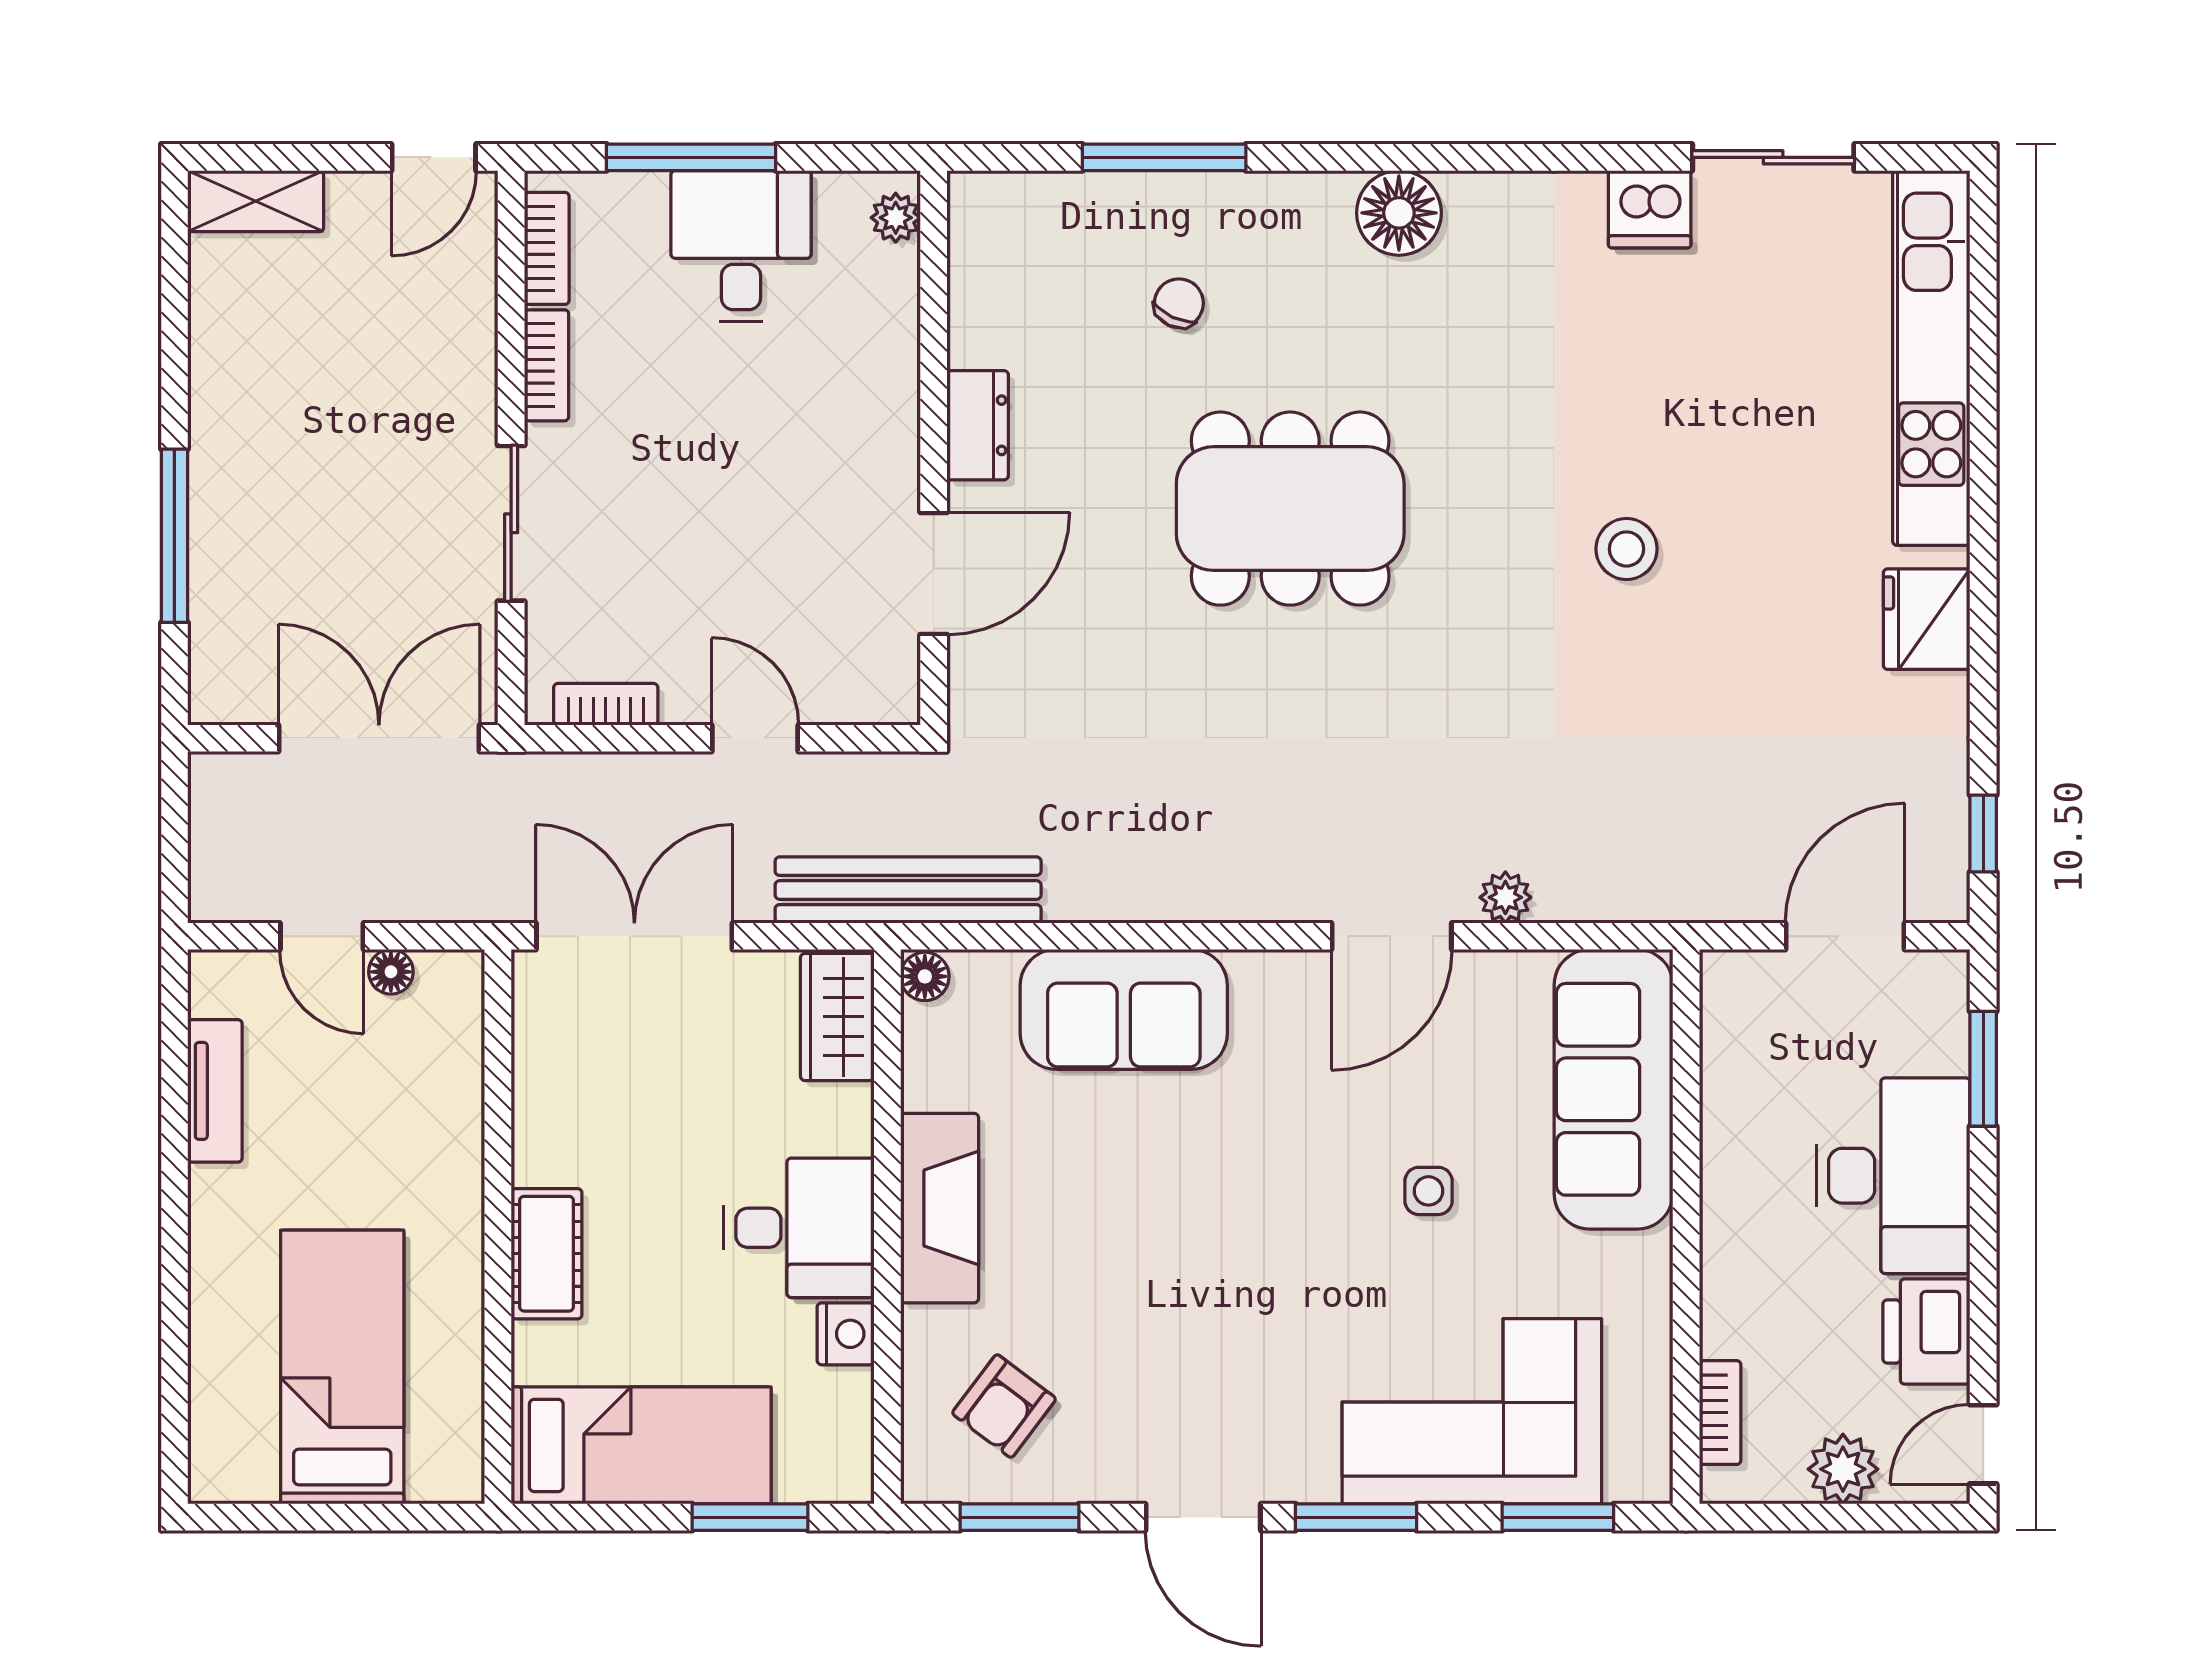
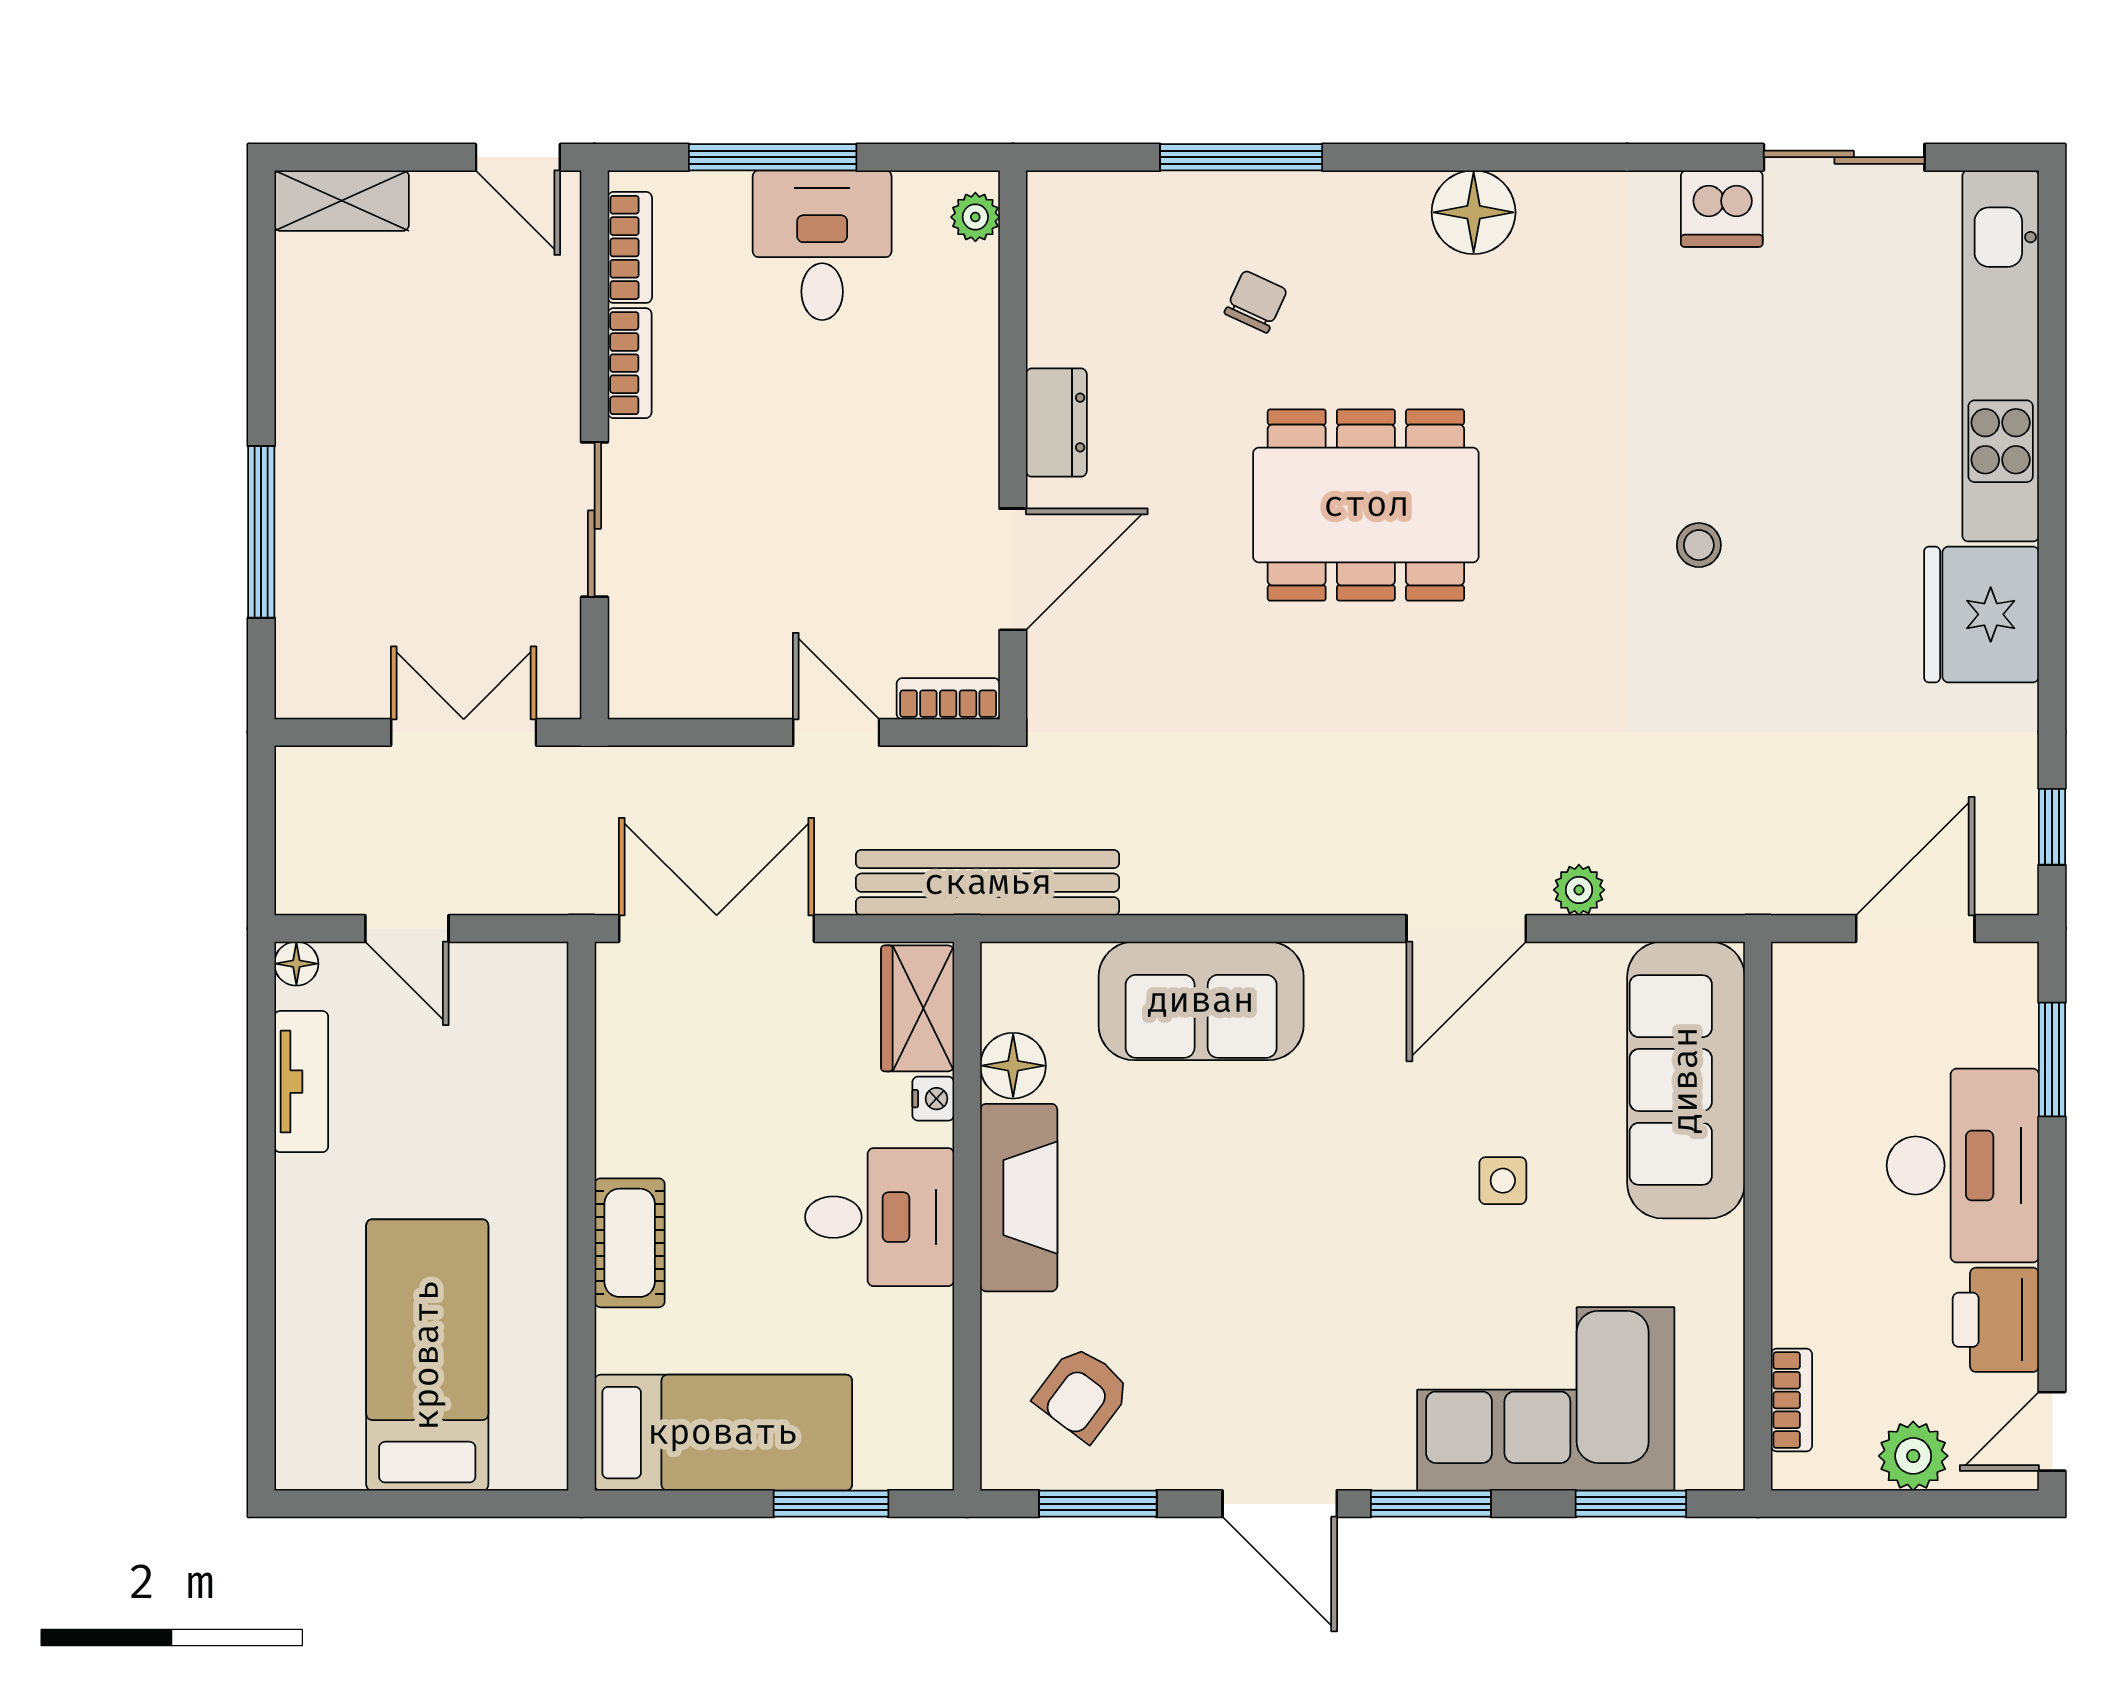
door: (434, 157) -> (518, 157), hinge flipped
stool: (1627, 549) -> (1699, 545), width x0.73, depth x0.73
fridge: (1927, 619) -> (1981, 614), width x1.36, depth x1.34
bookcase: (606, 704) -> (948, 699), moved
double door: (379, 738) -> (464, 732), width x0.73
floor lamp: (391, 972) -> (296, 964), moved
floor lamp: (925, 976) -> (1013, 1066), moved, width x1.37, depth x1.37
nightstand: (846, 1334) -> (933, 1099), moved, width x0.72, depth x0.74

